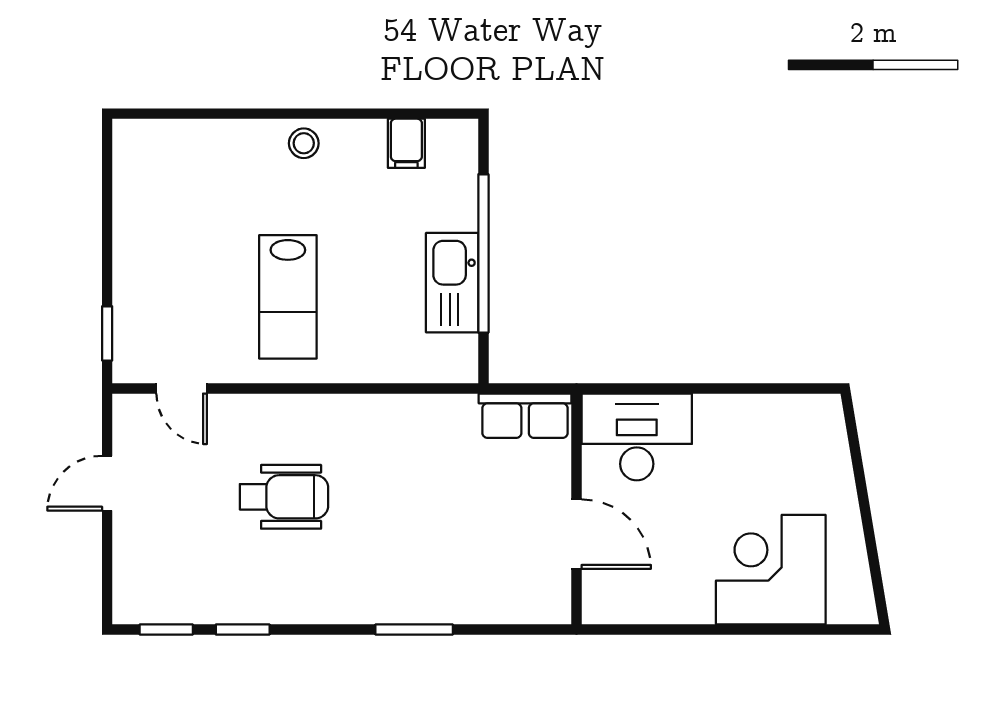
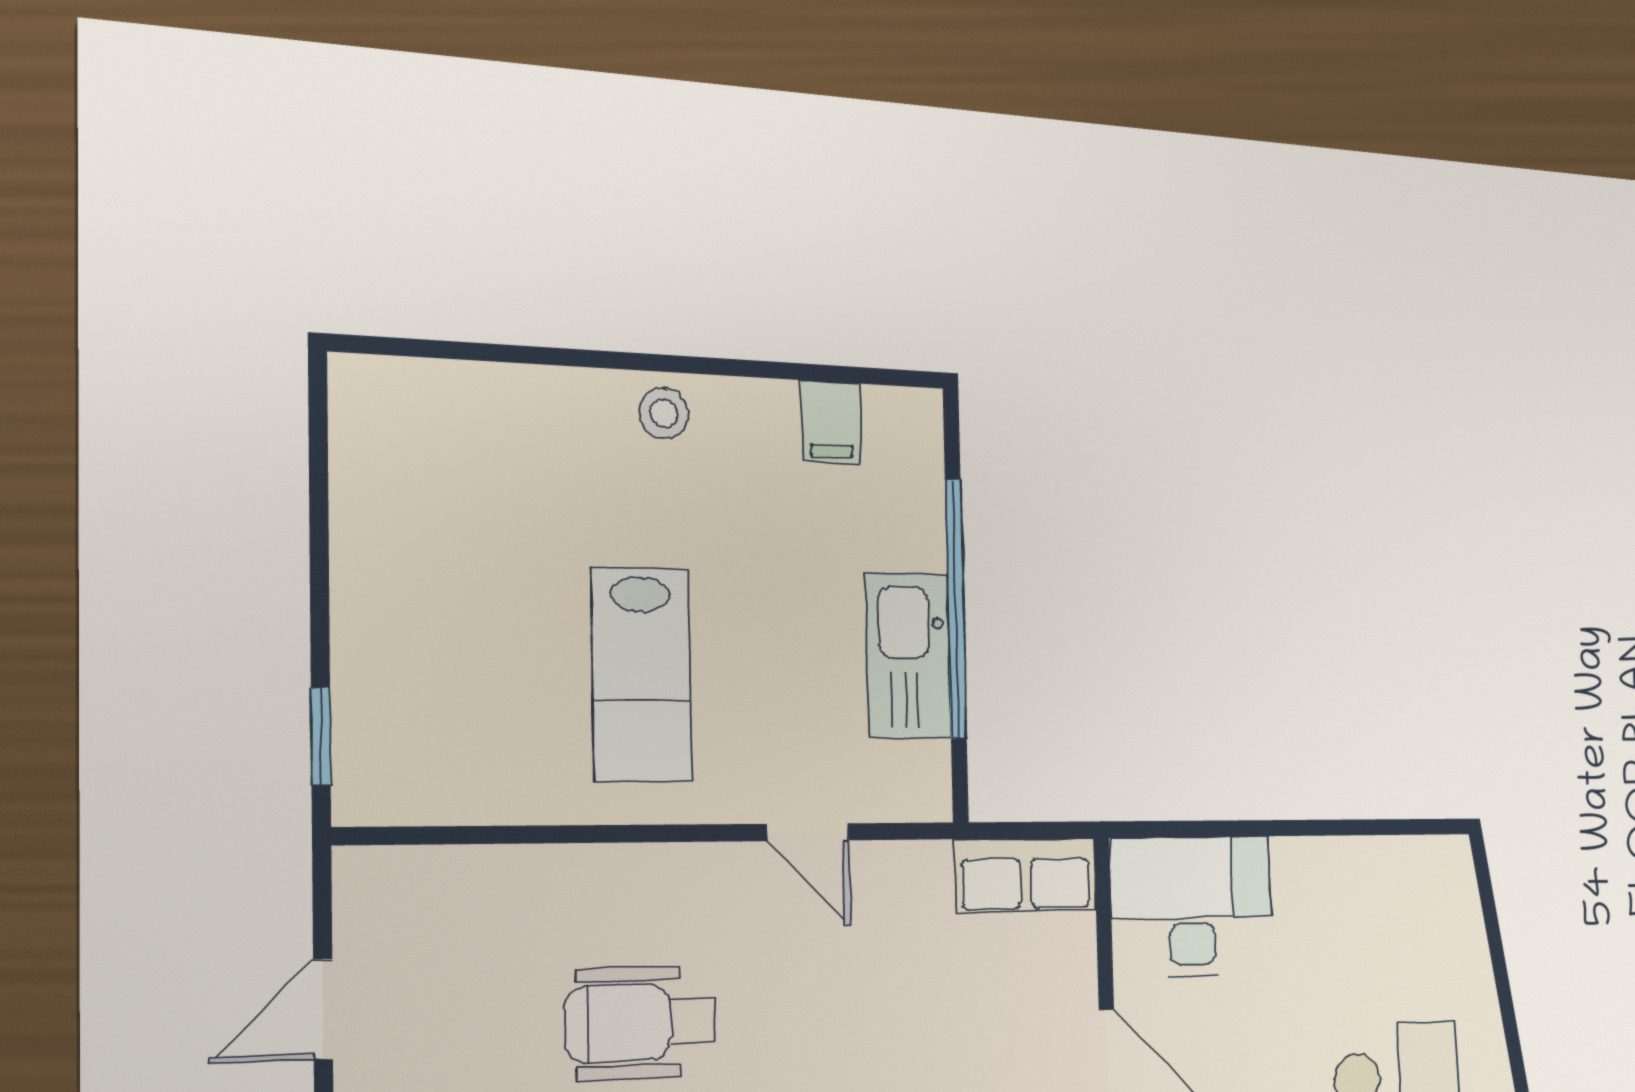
door: (182, 388) -> (808, 832), moved
wheelchair: (284, 497) -> (640, 1023), turned 180

